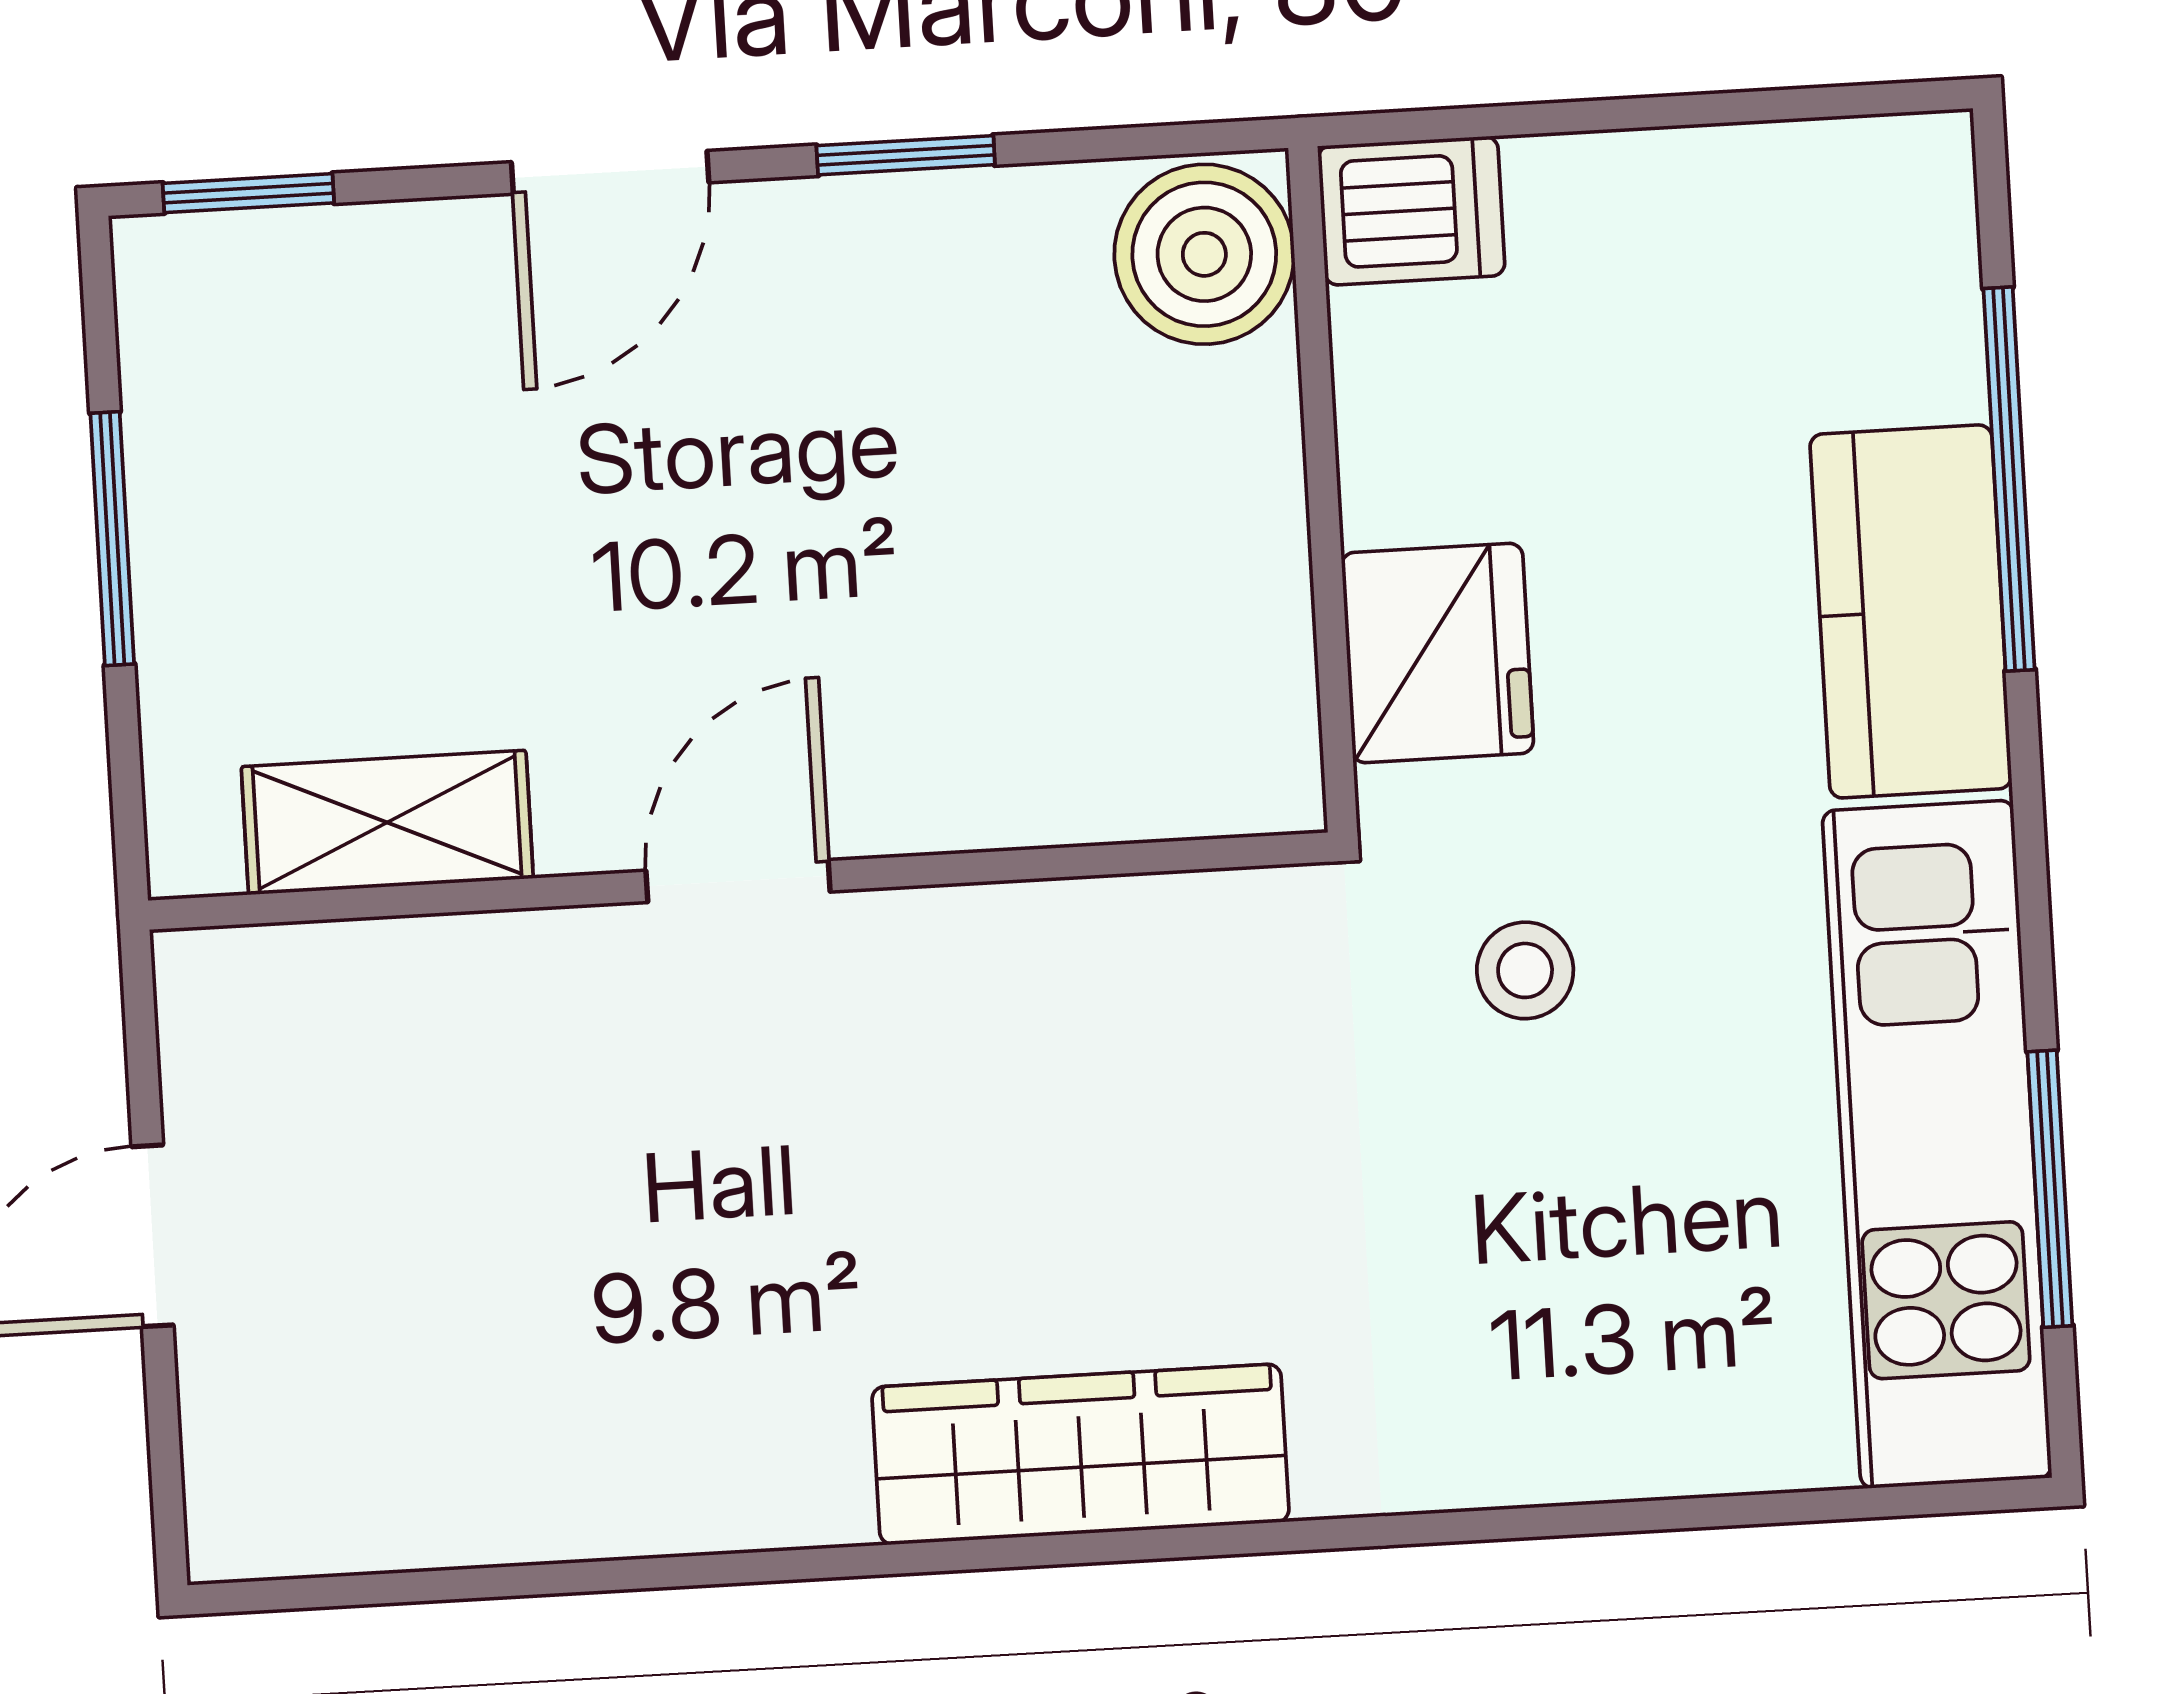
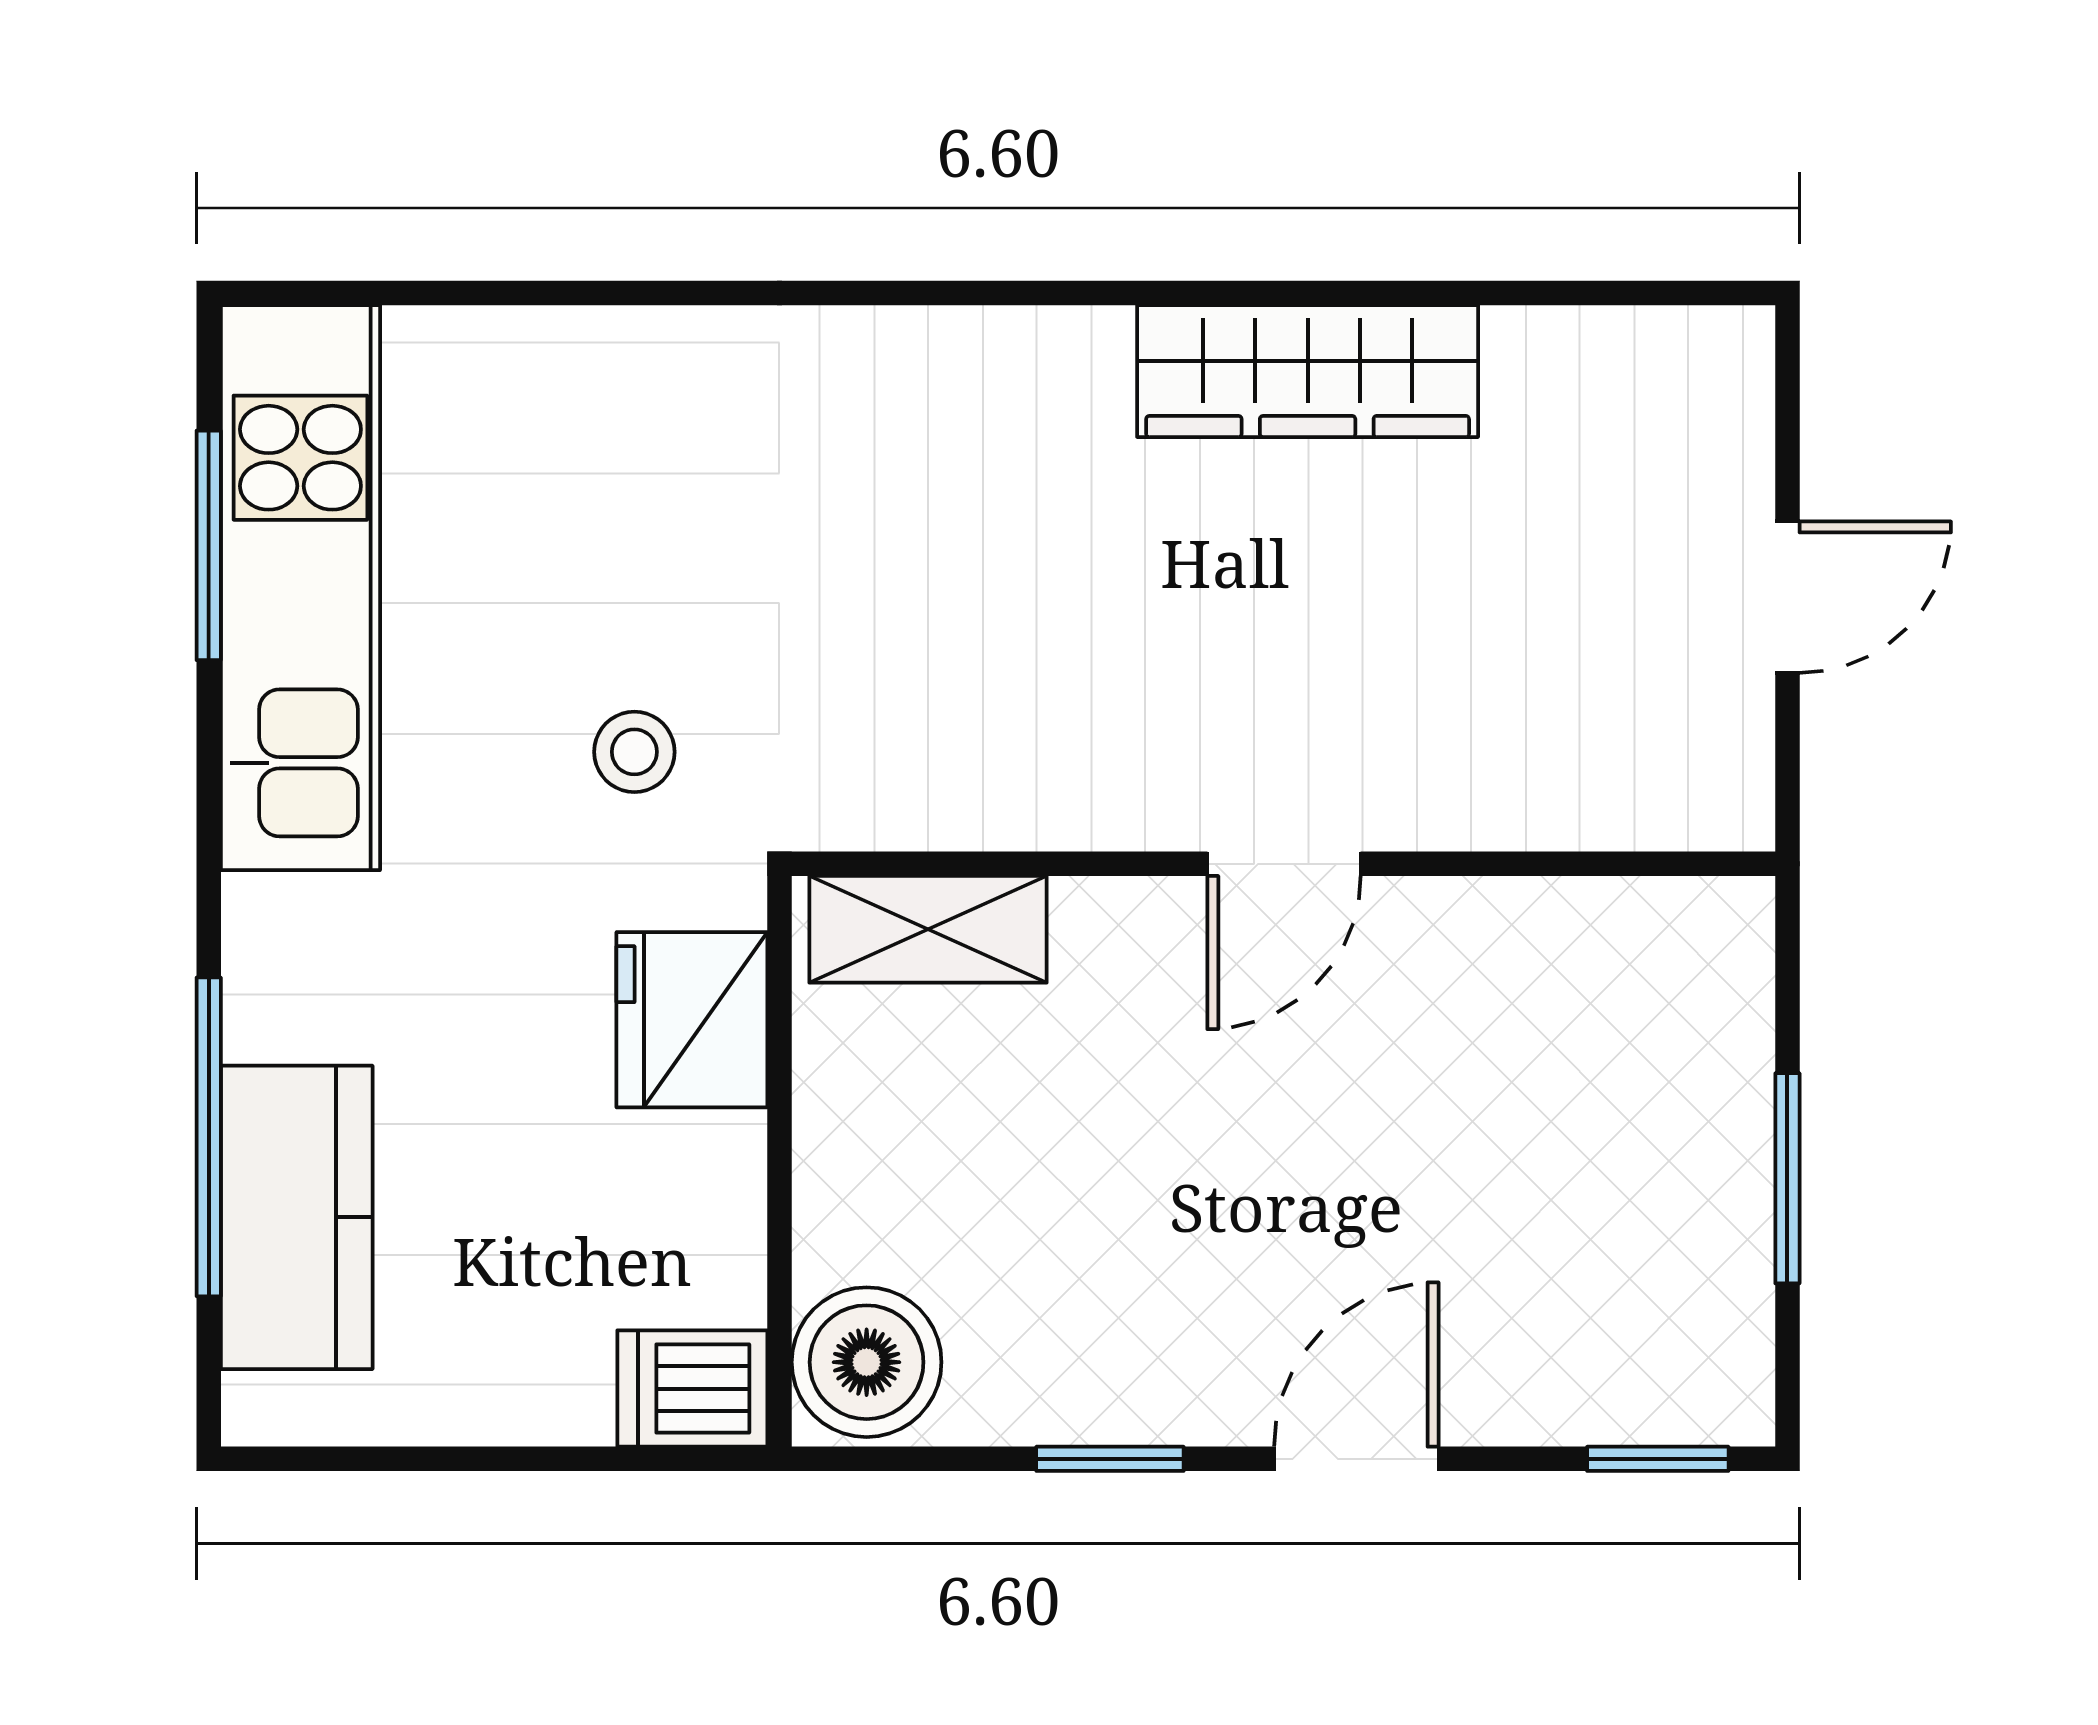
kitchen counter: (1911, 611) -> (297, 1217), moved
shelving: (387, 822) -> (928, 929), moved
wardrobe: (1080, 1454) -> (1308, 371), moved

